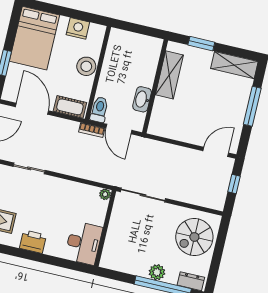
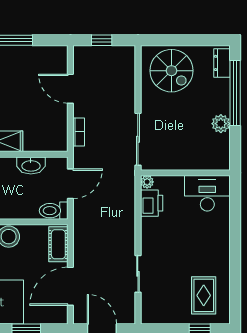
bookcase: (92, 130) -> (79, 132), moved
door: (216, 152) -> (70, 89), moved
printer: (33, 242) -> (152, 203), moved, turned 180
plant: (157, 272) -> (221, 124), moved

